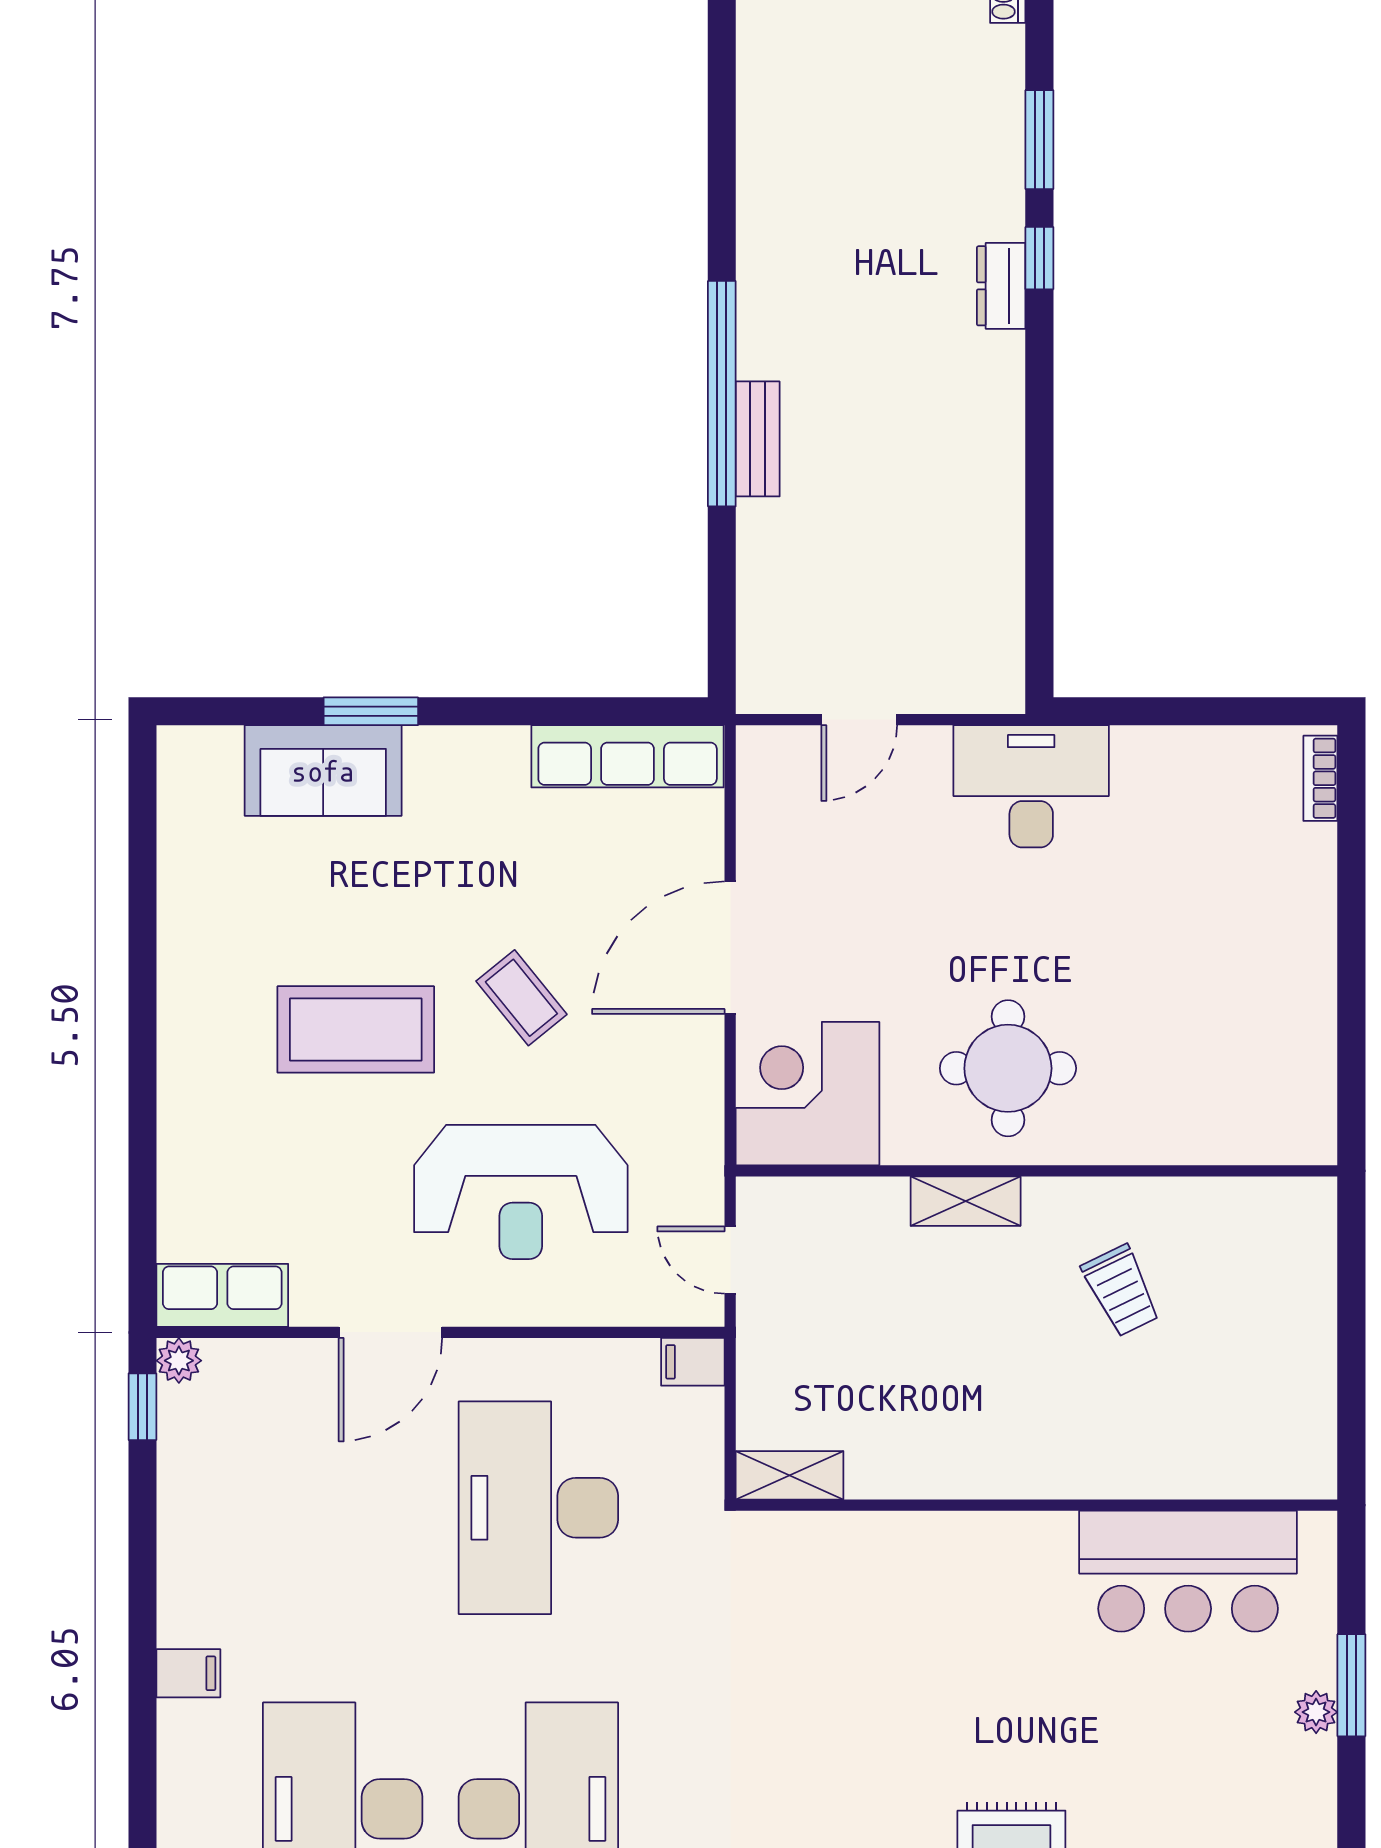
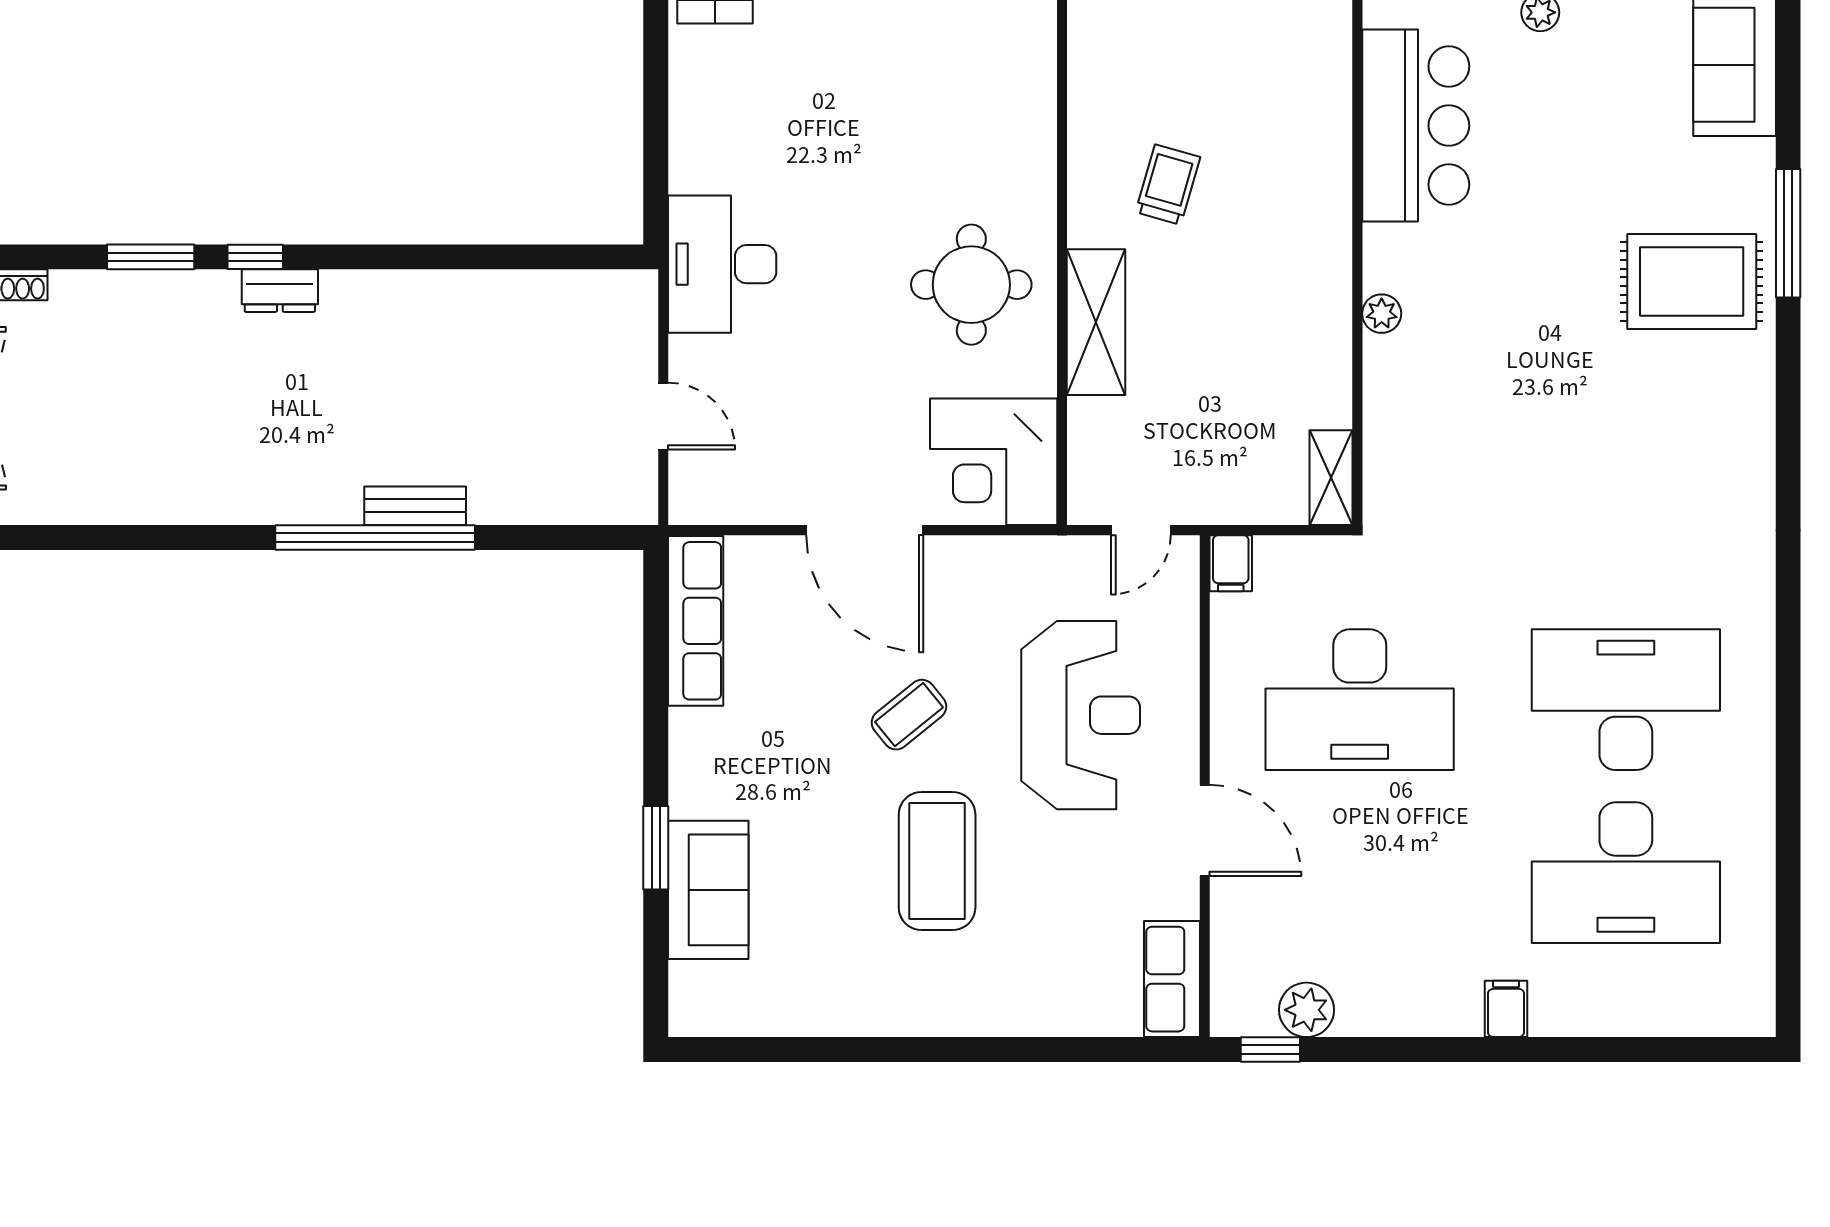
shelving: (966, 1201) -> (1096, 322), width x1.50, depth x1.33
trolley: (1121, 1291) -> (1168, 185), turned -48
plant: (179, 1361) -> (1306, 1010), moved, width x1.38, depth x1.38
plant: (975, 1533) -> (1382, 314), added

